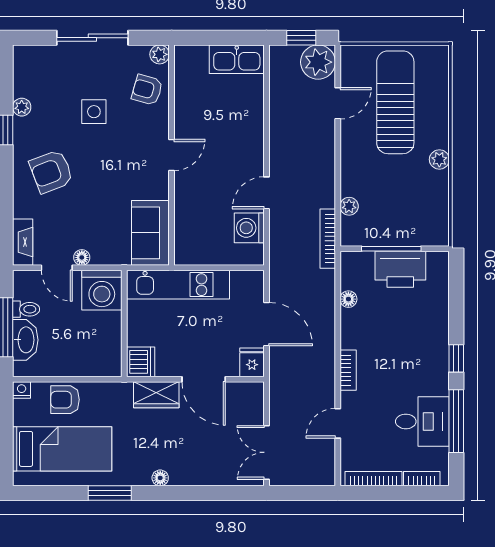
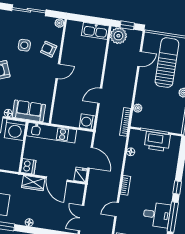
plant: (318, 62) -> (118, 36), moved
armchair: (147, 90) -> (49, 49), moved
washing machine: (249, 228) -> (87, 122), moved
sofa: (150, 233) -> (29, 111), moved, turned 90

